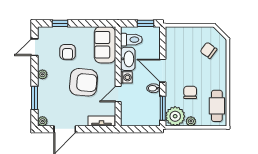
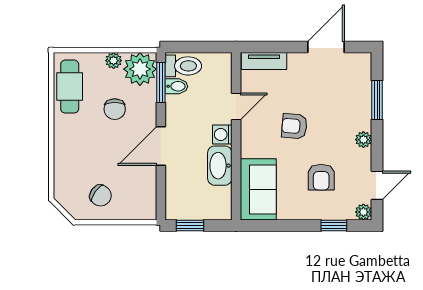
toilet: (131, 40) -> (183, 66), moved, turned 180
chair: (208, 50) -> (101, 196), moved
armchair: (68, 52) -> (321, 177), turned 180
door: (163, 71) -> (161, 146), swing flipped
armchair: (84, 82) -> (294, 126), width x0.53, depth x0.53
bidet: (154, 88) -> (176, 86), moved
plant: (42, 121) -> (363, 212), moved

